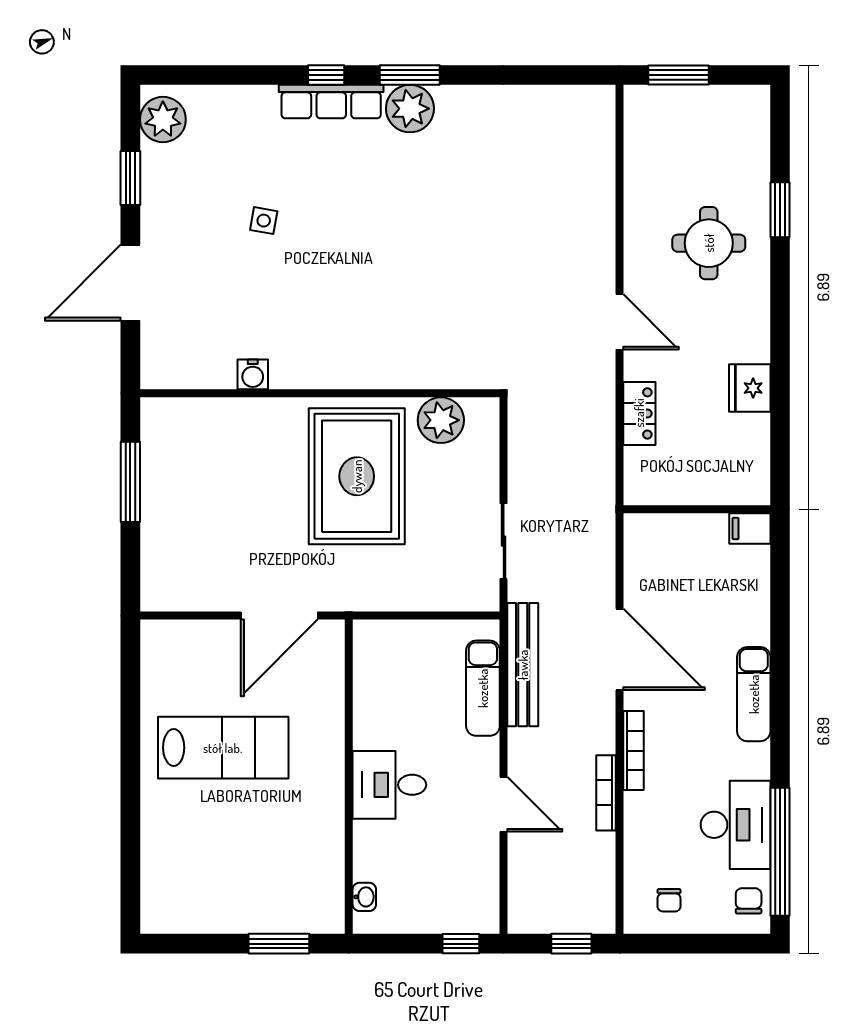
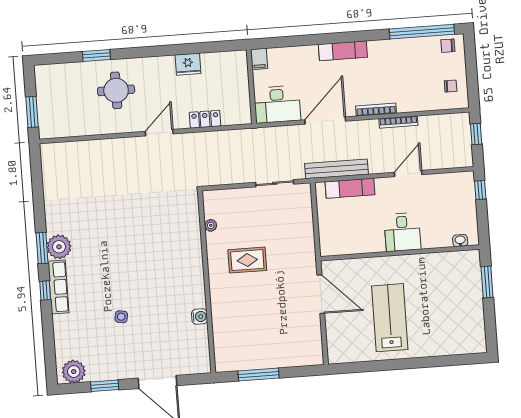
plant: (441, 420) -> (211, 225), width x0.53, depth x0.53
rug: (357, 476) -> (247, 260), width x0.54, depth x0.49
desk: (736, 825) -> (277, 104), moved, turned 180

